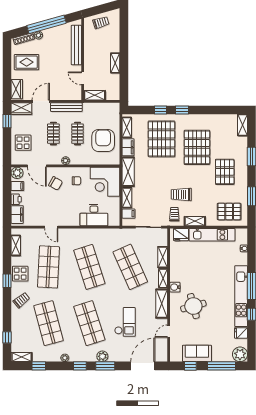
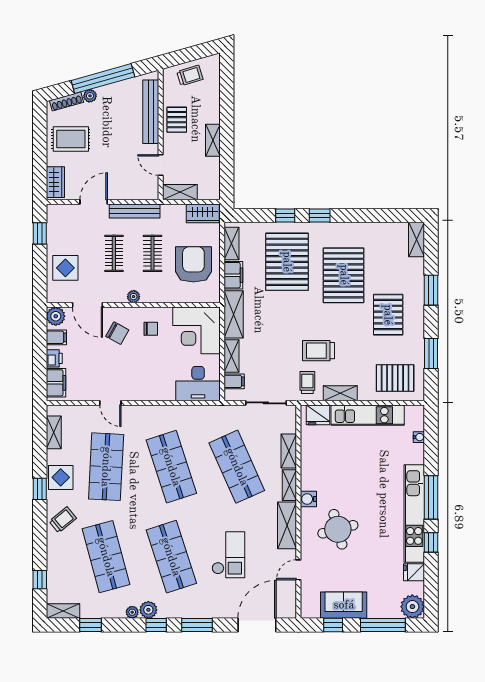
pallet: (93, 50) -> (177, 120), added
wardrobe: (21, 109) -> (203, 213), moved
desk: (94, 215) -> (198, 384), moved
plant: (102, 356) -> (148, 610), moved

